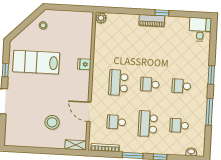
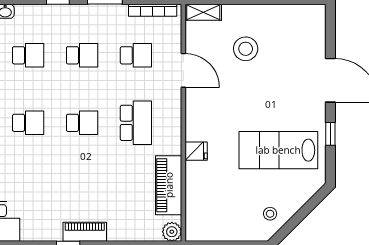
piano: (101, 45) -> (169, 185), added
lab bench: (36, 62) -> (278, 150), turned 180
school desk: (148, 124) -> (82, 55), width x0.54

